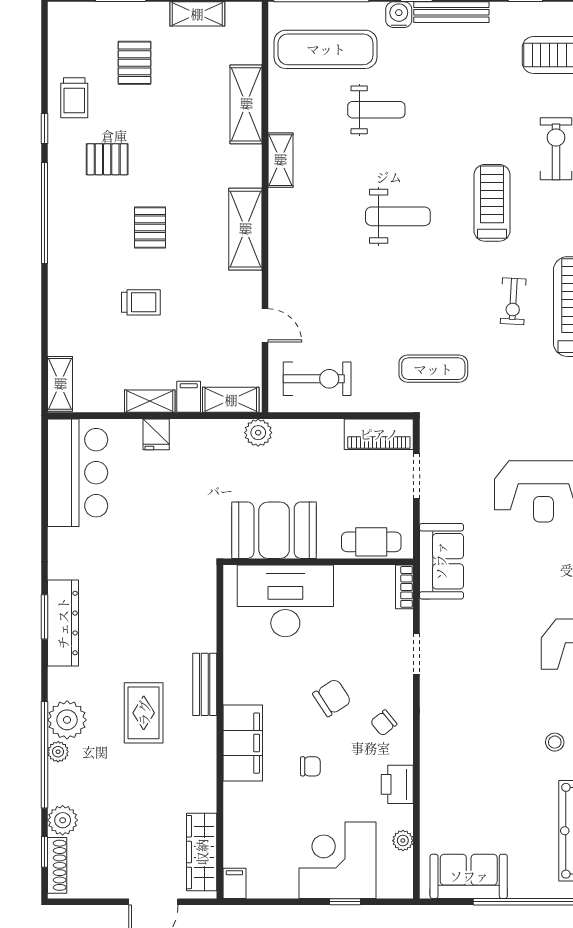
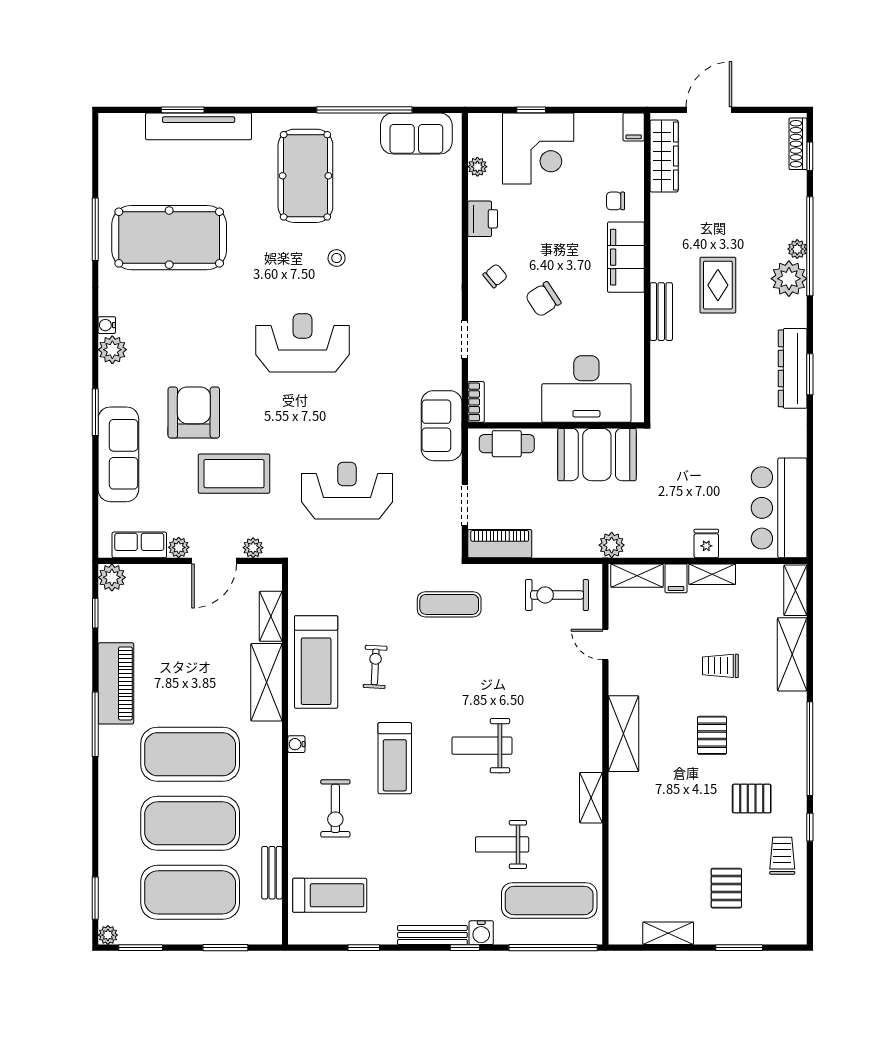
shelving: (246, 104) -> (792, 654), moved
chair: (310, 766) -> (616, 201), moved
plant: (63, 820) -> (793, 186), removed

